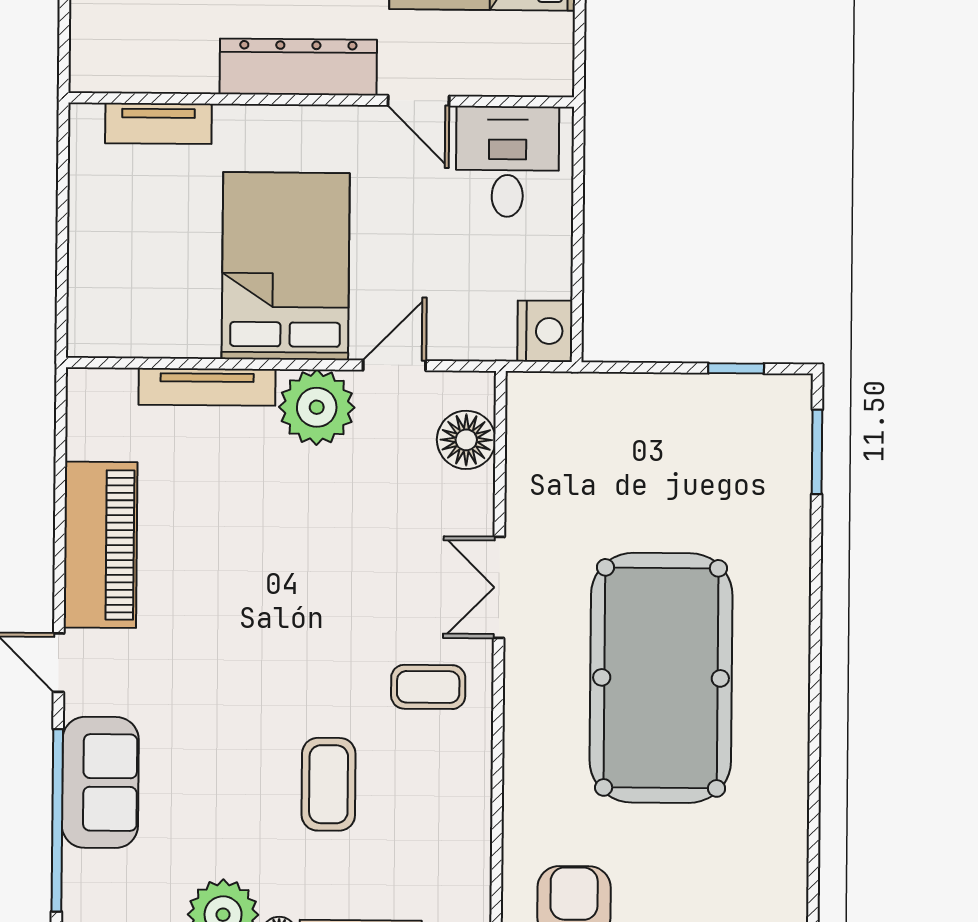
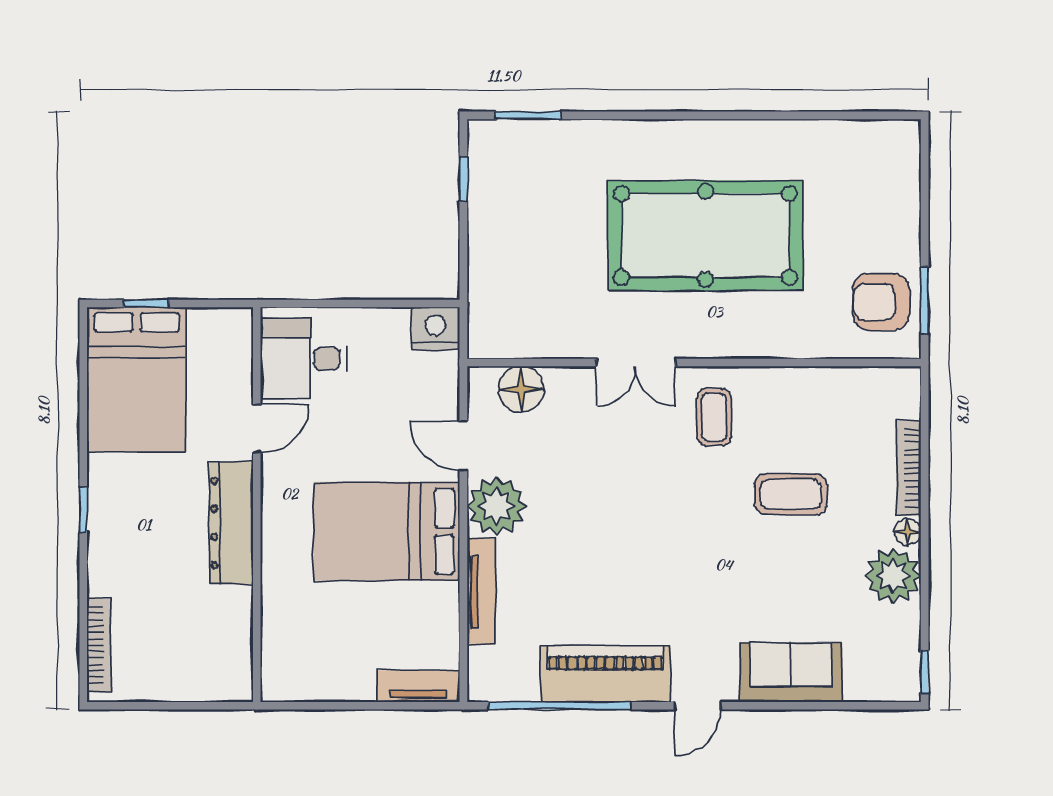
tv unit: (158, 123) -> (418, 686), moved, turned -90
window: (57, 820) -> (560, 706), moved

